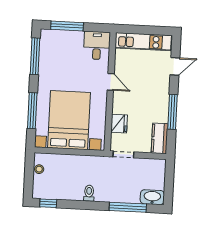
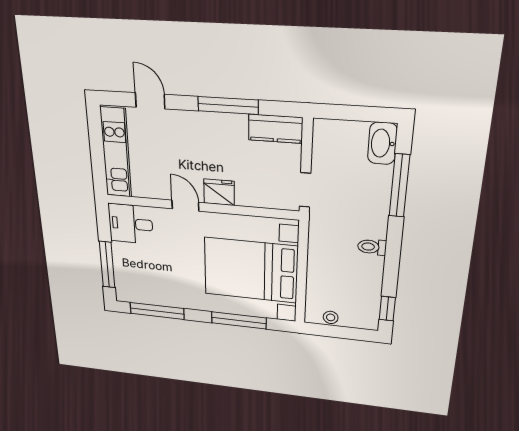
door: (111, 82) -> (185, 206), hinge flipped
fridge: (119, 124) -> (219, 192), moved

